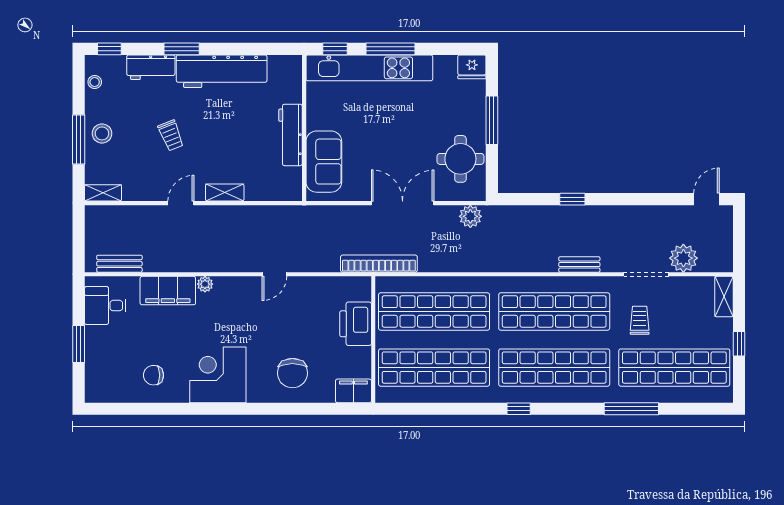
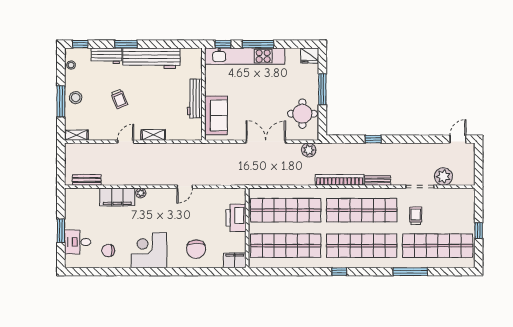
bookcase: (379, 264) -> (339, 180), moved
shelving: (724, 297) -> (469, 201), removed
desk: (105, 306) -> (78, 242), moved

